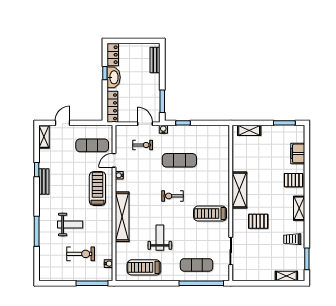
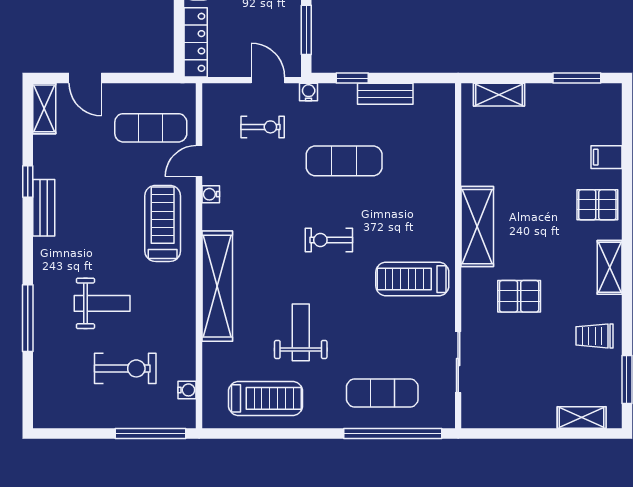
door: (63, 123) -> (85, 78), swing flipped
bench: (198, 130) -> (385, 94), added
filing cabinet: (298, 153) -> (607, 157), width x0.50
treadmill: (144, 267) -> (266, 398), turned 180

